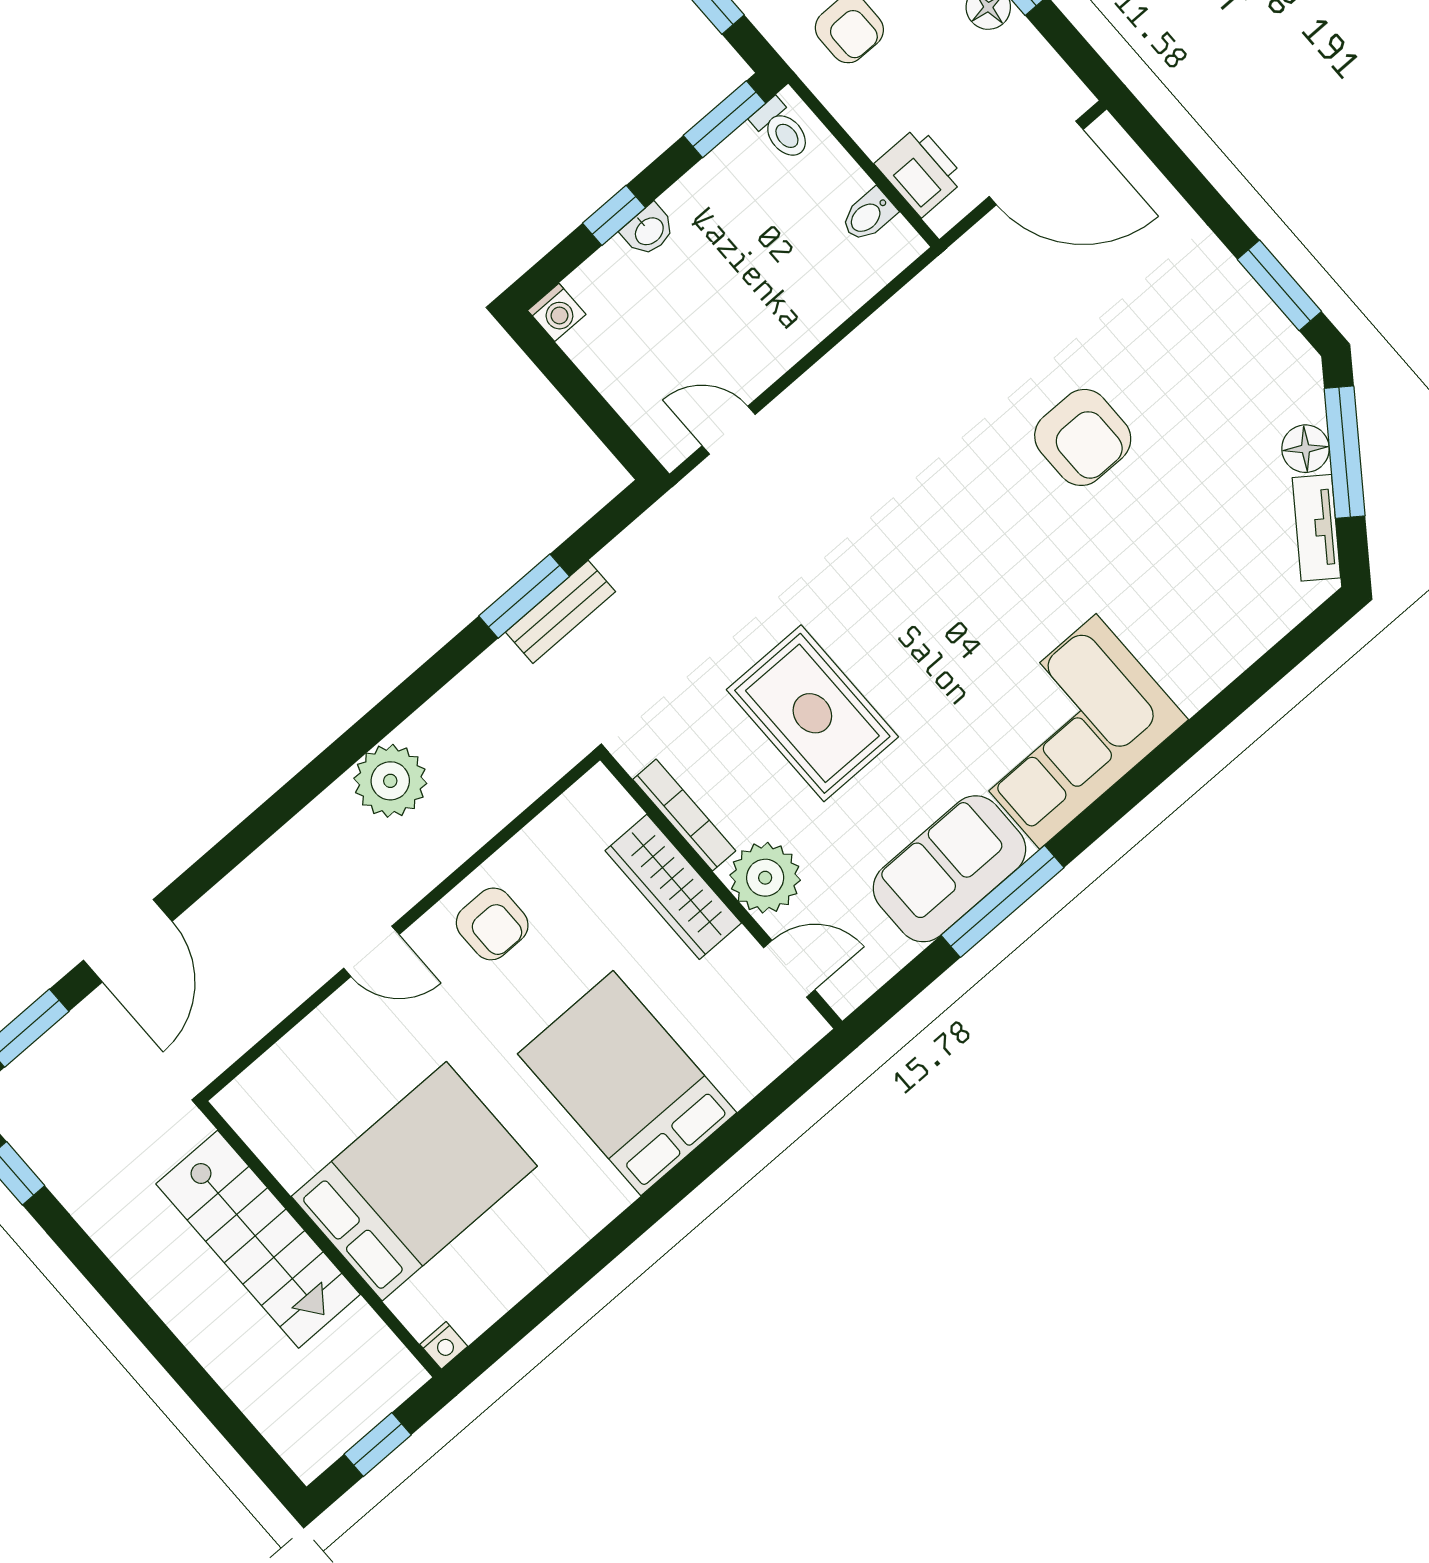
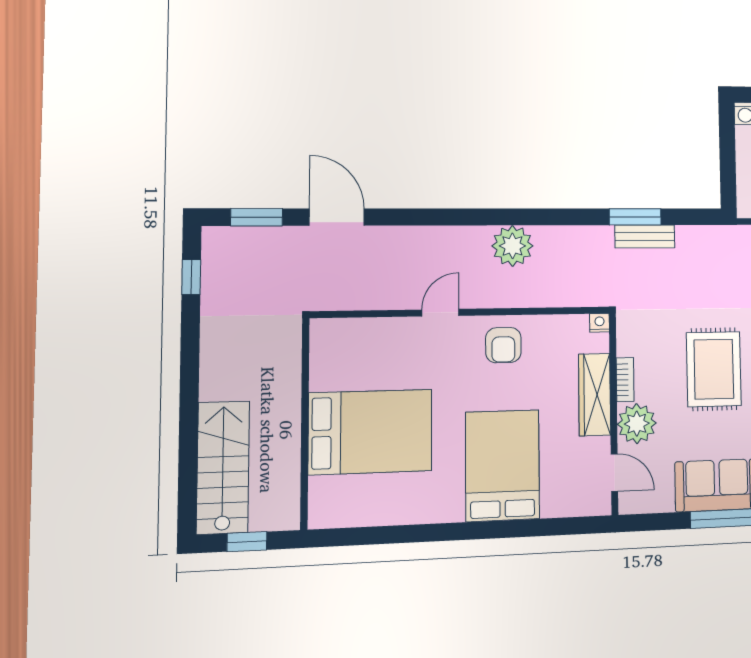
bookcase: (684, 815) -> (625, 380), width x0.64
door: (128, 941) -> (337, 217), swing flipped
door: (371, 951) -> (440, 313), swing flipped
stairs: (258, 1239) -> (223, 467), moved, turned 180
nightstand: (444, 1345) -> (599, 323), moved, turned 180

